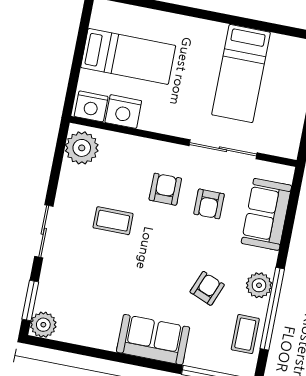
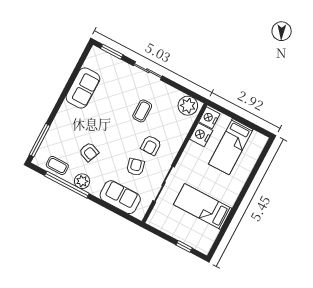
armchair: (165, 189) -> (151, 145), turned 90
armchair: (209, 204) -> (136, 167), turned 76
plant: (43, 325) -> (96, 55), removed
sofa: (153, 340) -> (83, 88), moved

